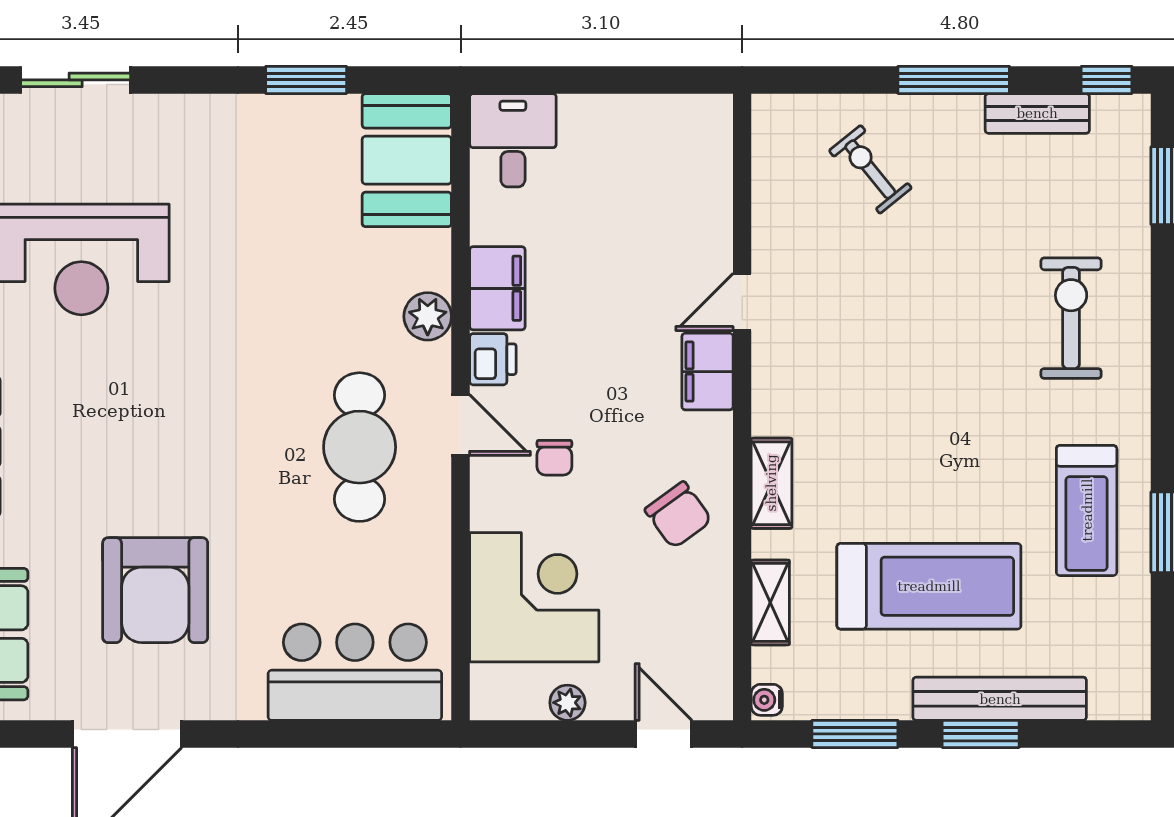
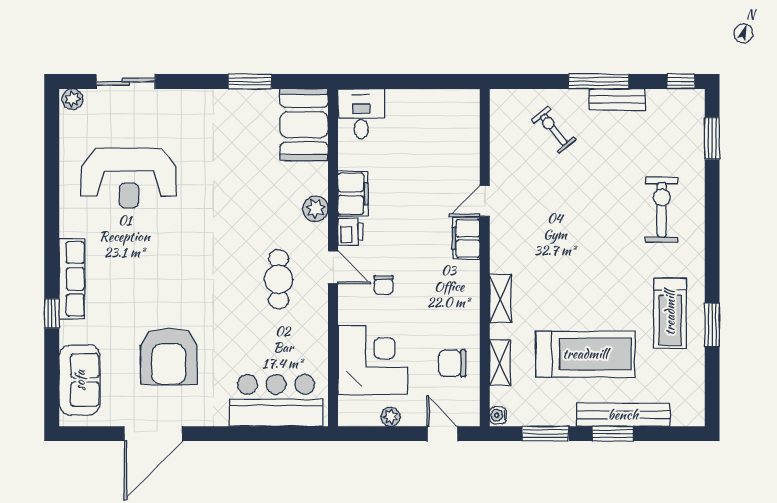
bench: (1037, 113) -> (617, 100), moved
cafe table: (360, 447) -> (279, 279), width x0.73, depth x0.74
chair: (678, 515) -> (452, 363), moved, turned 126

